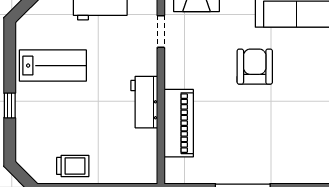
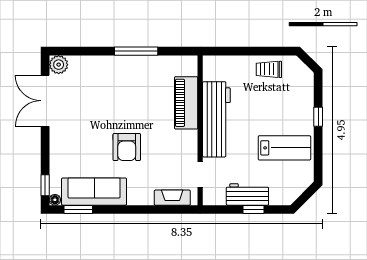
lab bench: (53, 66) -> (284, 148), turned 180
workbench: (144, 102) -> (216, 119), width x1.88, depth x1.32

